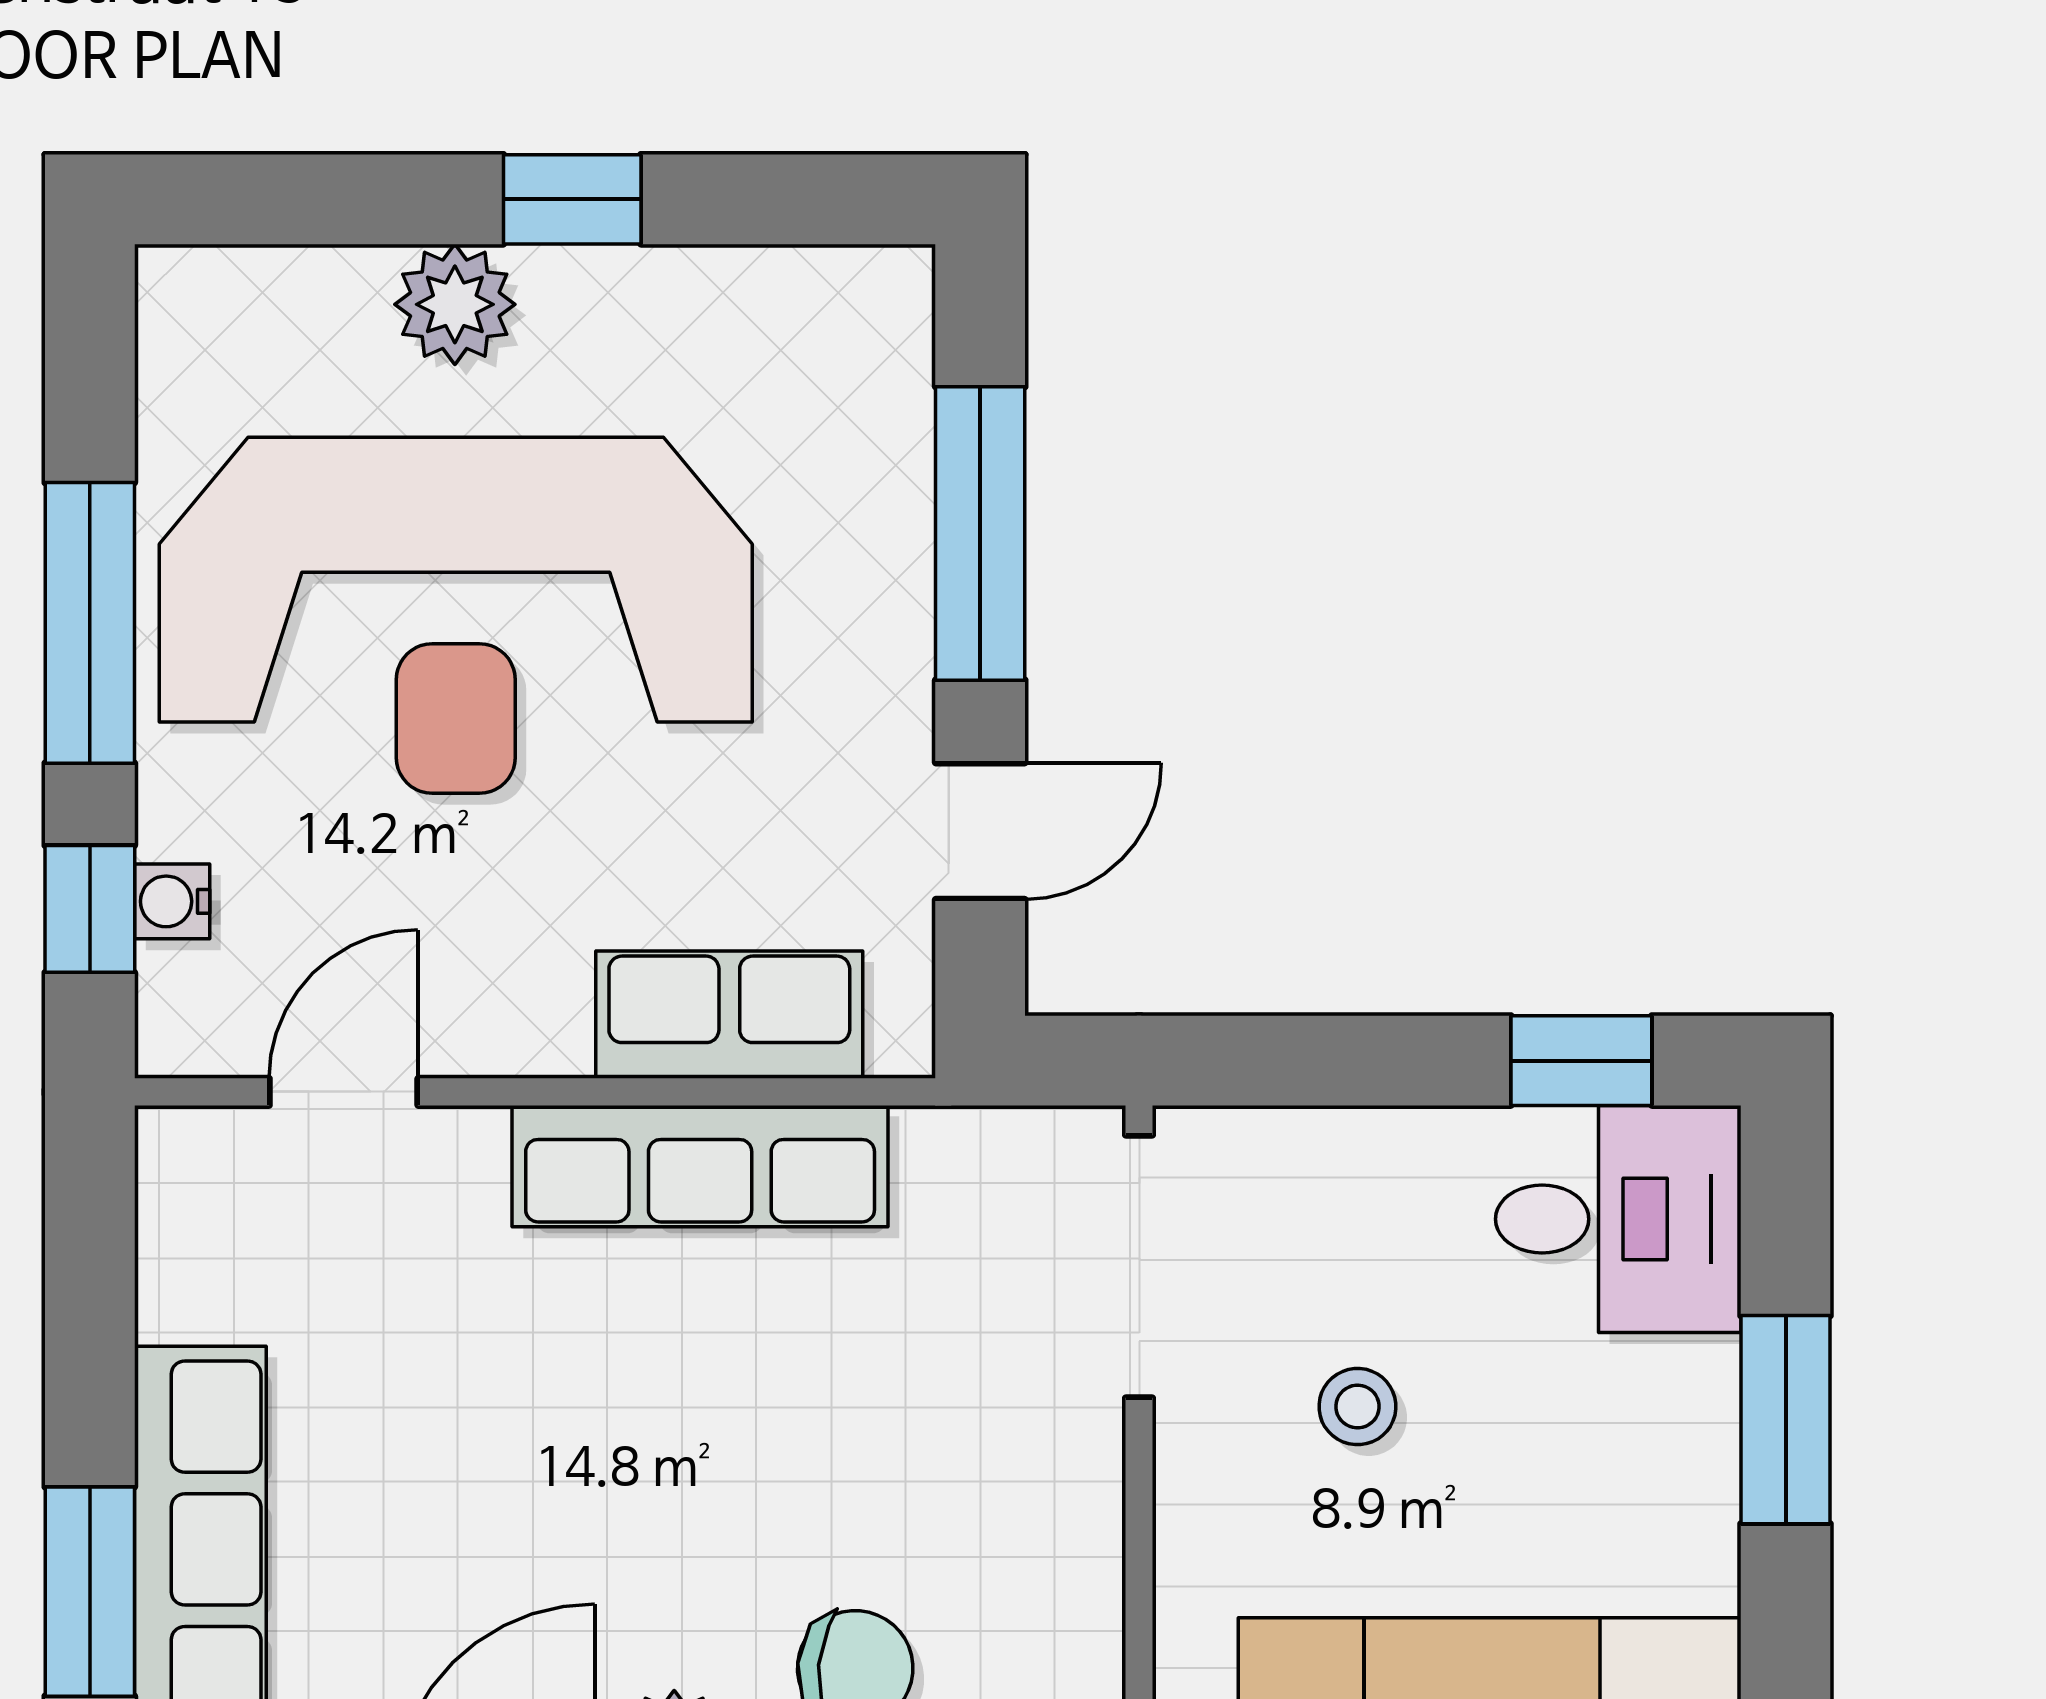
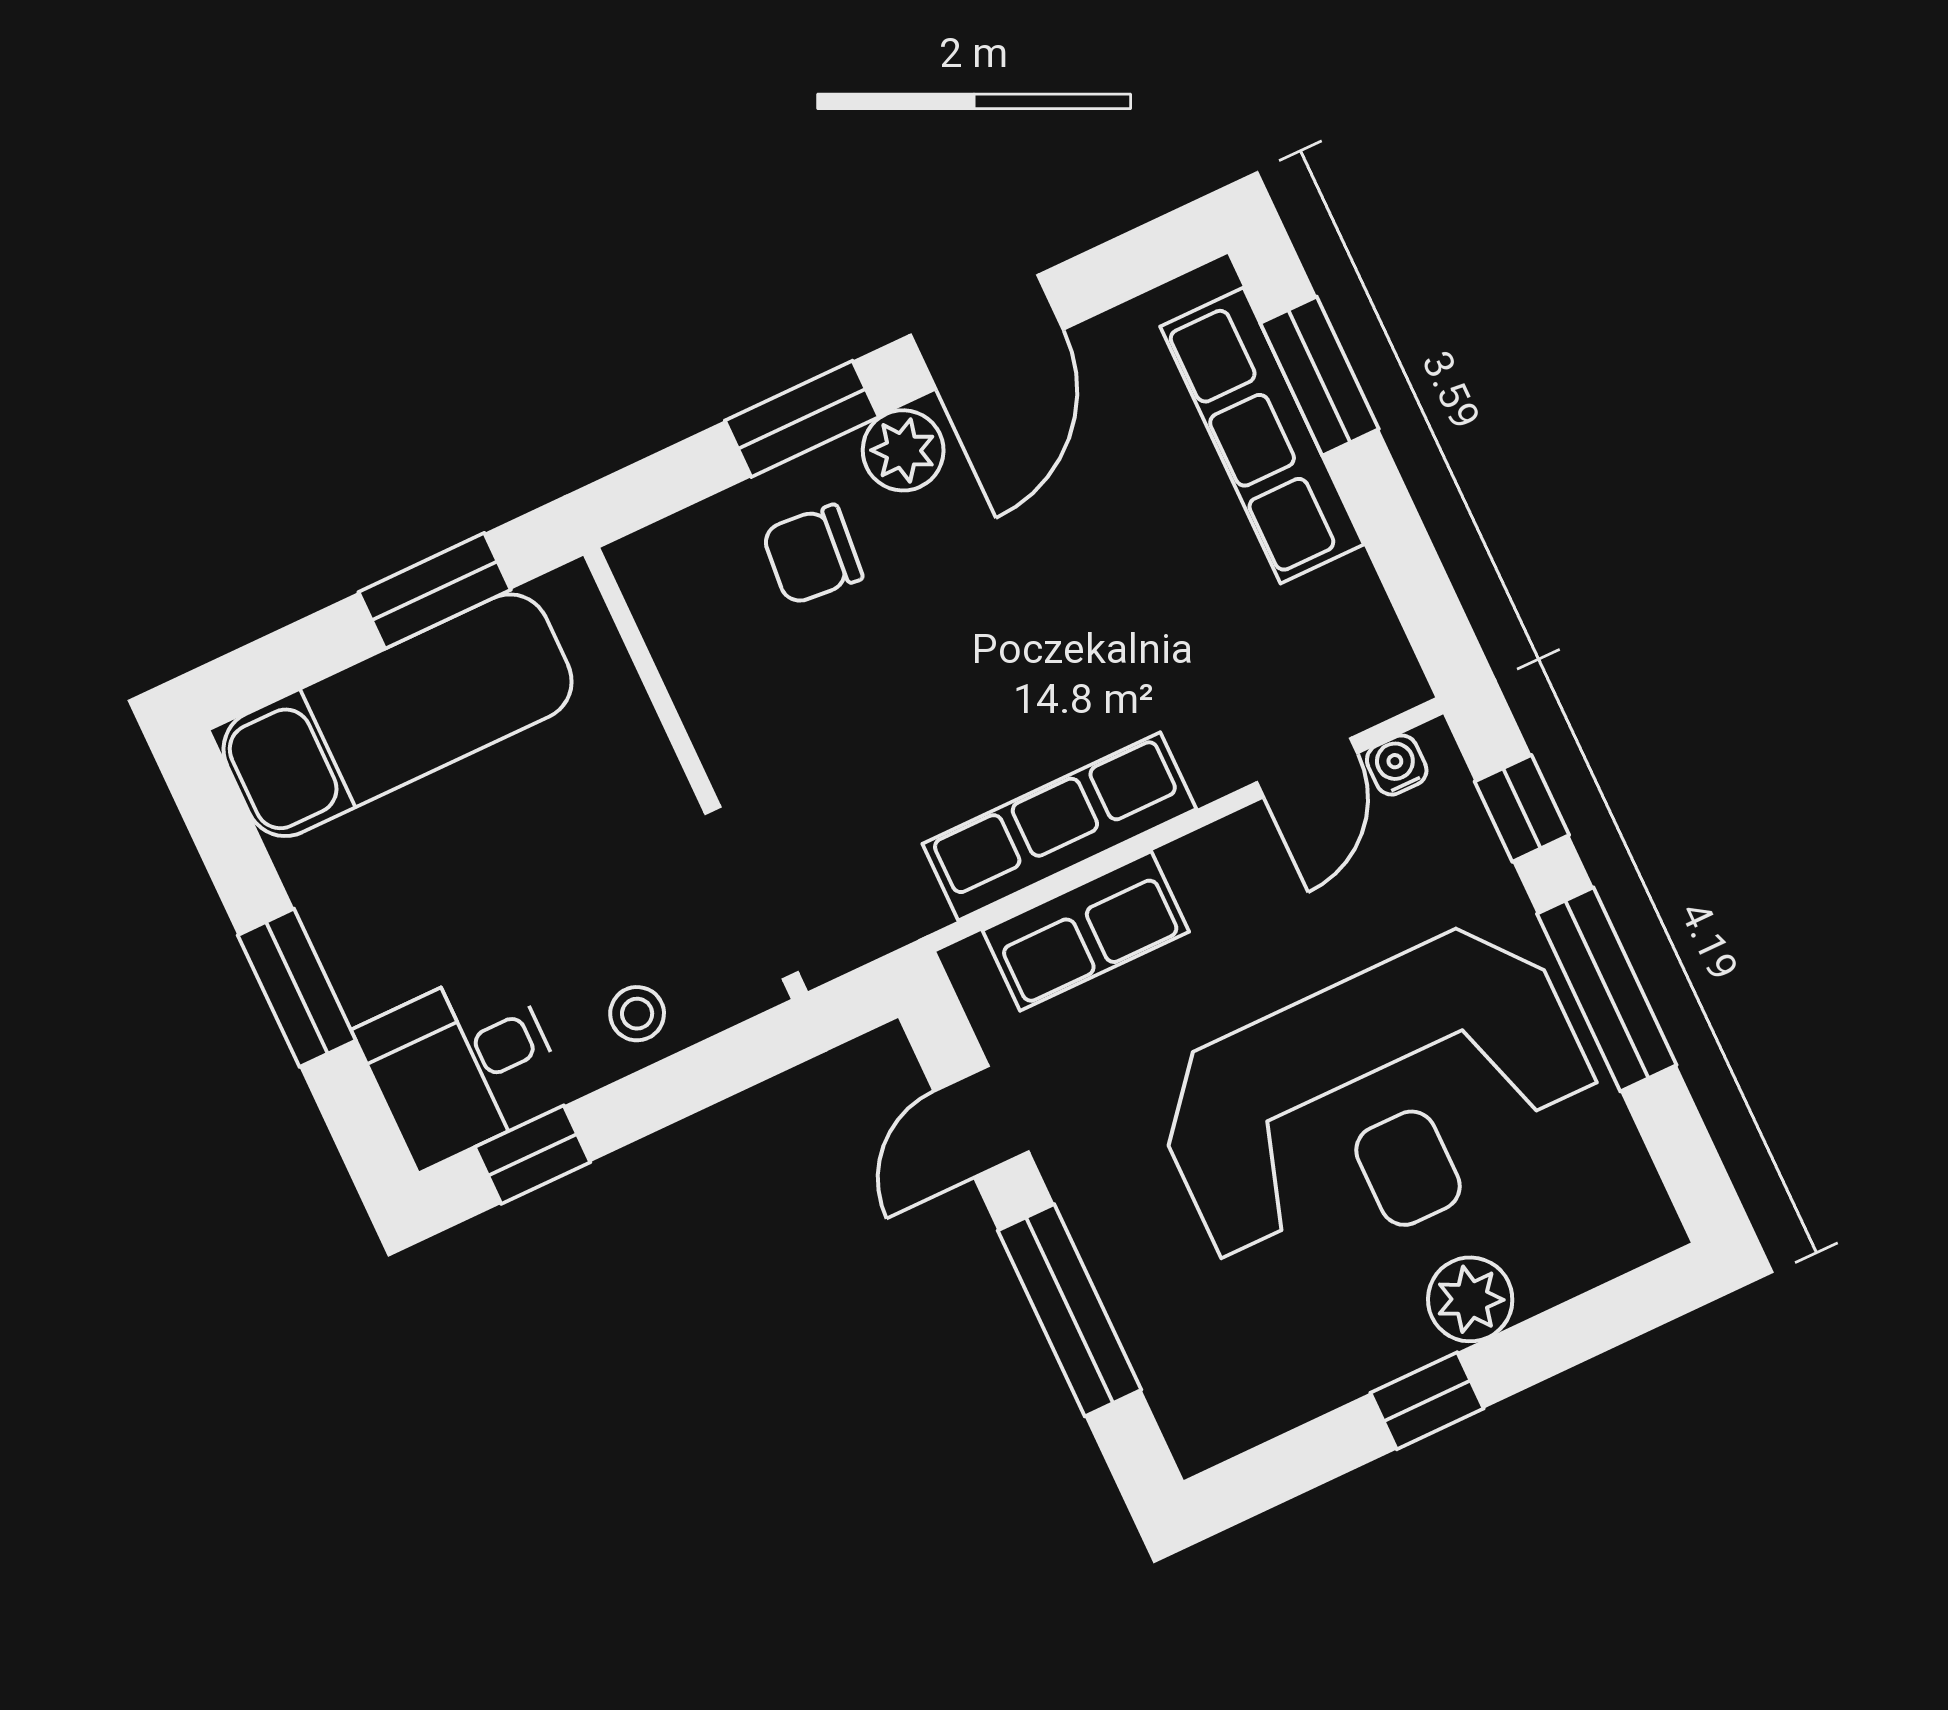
reception desk: (456, 615) -> (1377, 1103), turned 180
water cooler: (172, 901) -> (1397, 765), moved, turned -90
stool: (1357, 1407) -> (637, 1014), moved

